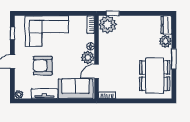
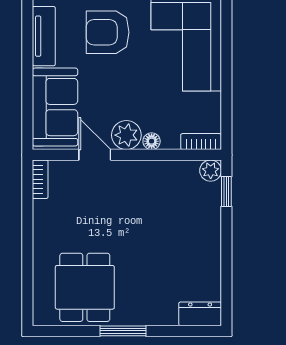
plant: (108, 25) -> (211, 171), width x0.53, depth x0.53
plant: (165, 41) -> (163, 312), removed
armchair: (43, 66) -> (108, 32), turned -90
dining table: (155, 76) -> (85, 287), width x0.73

